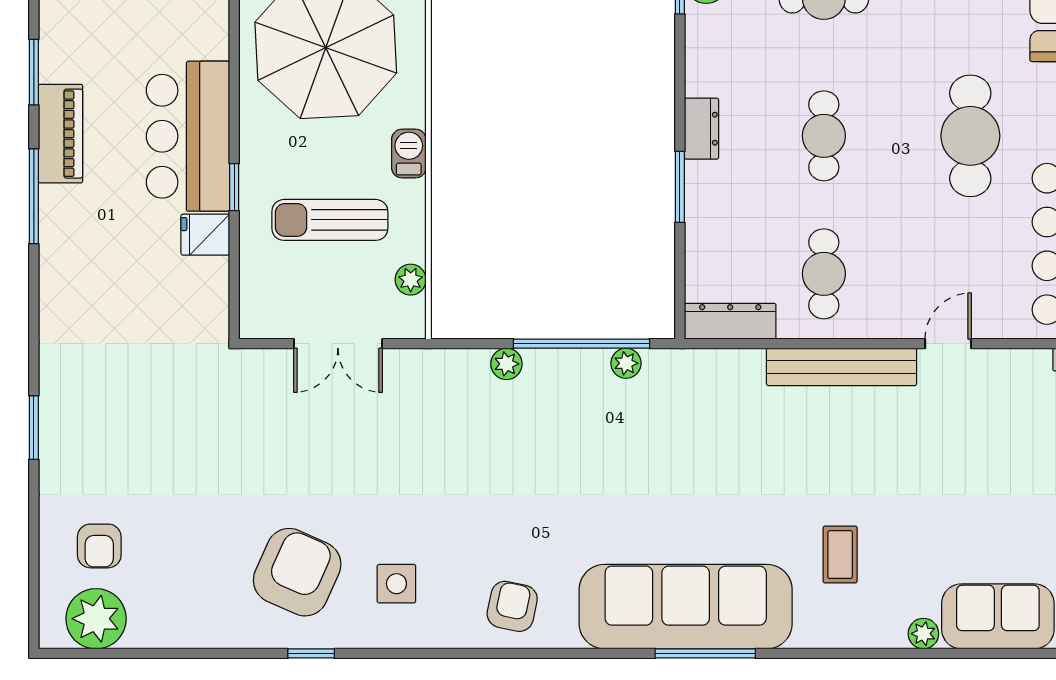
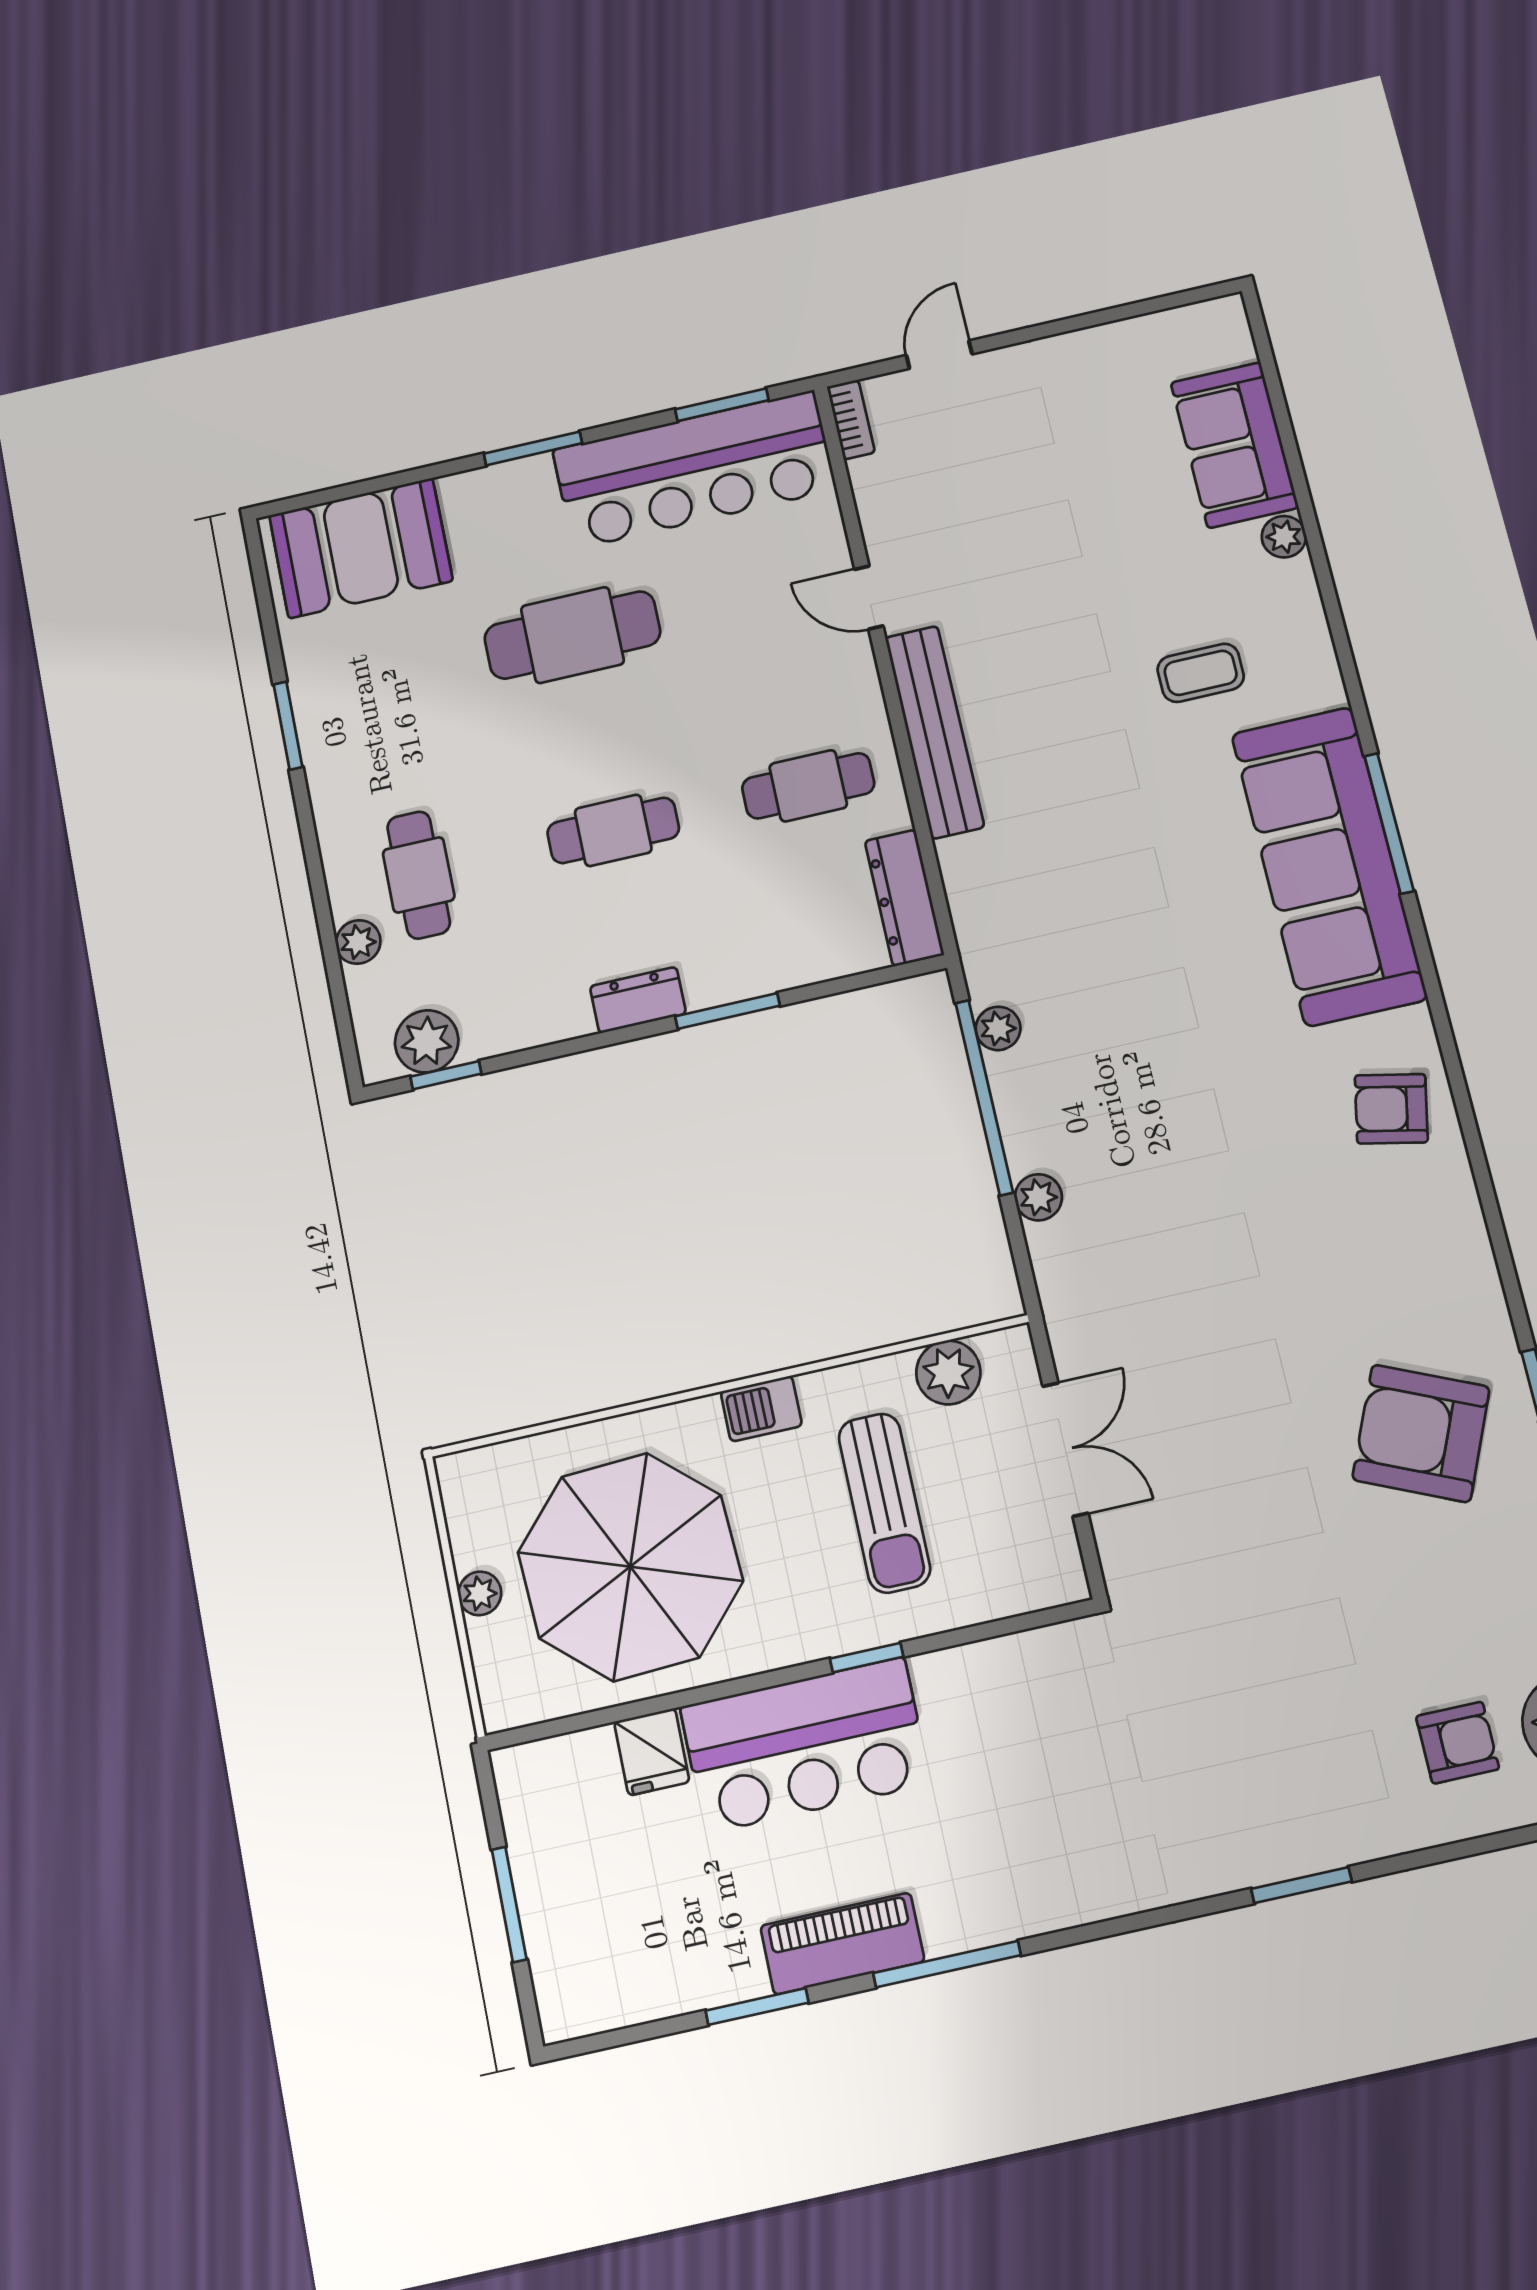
fridge: (205, 235) -> (652, 1752), moved
plant: (411, 280) -> (948, 1373), width x1.38, depth x1.38
side table: (396, 584) -> (1401, 1283), removed

